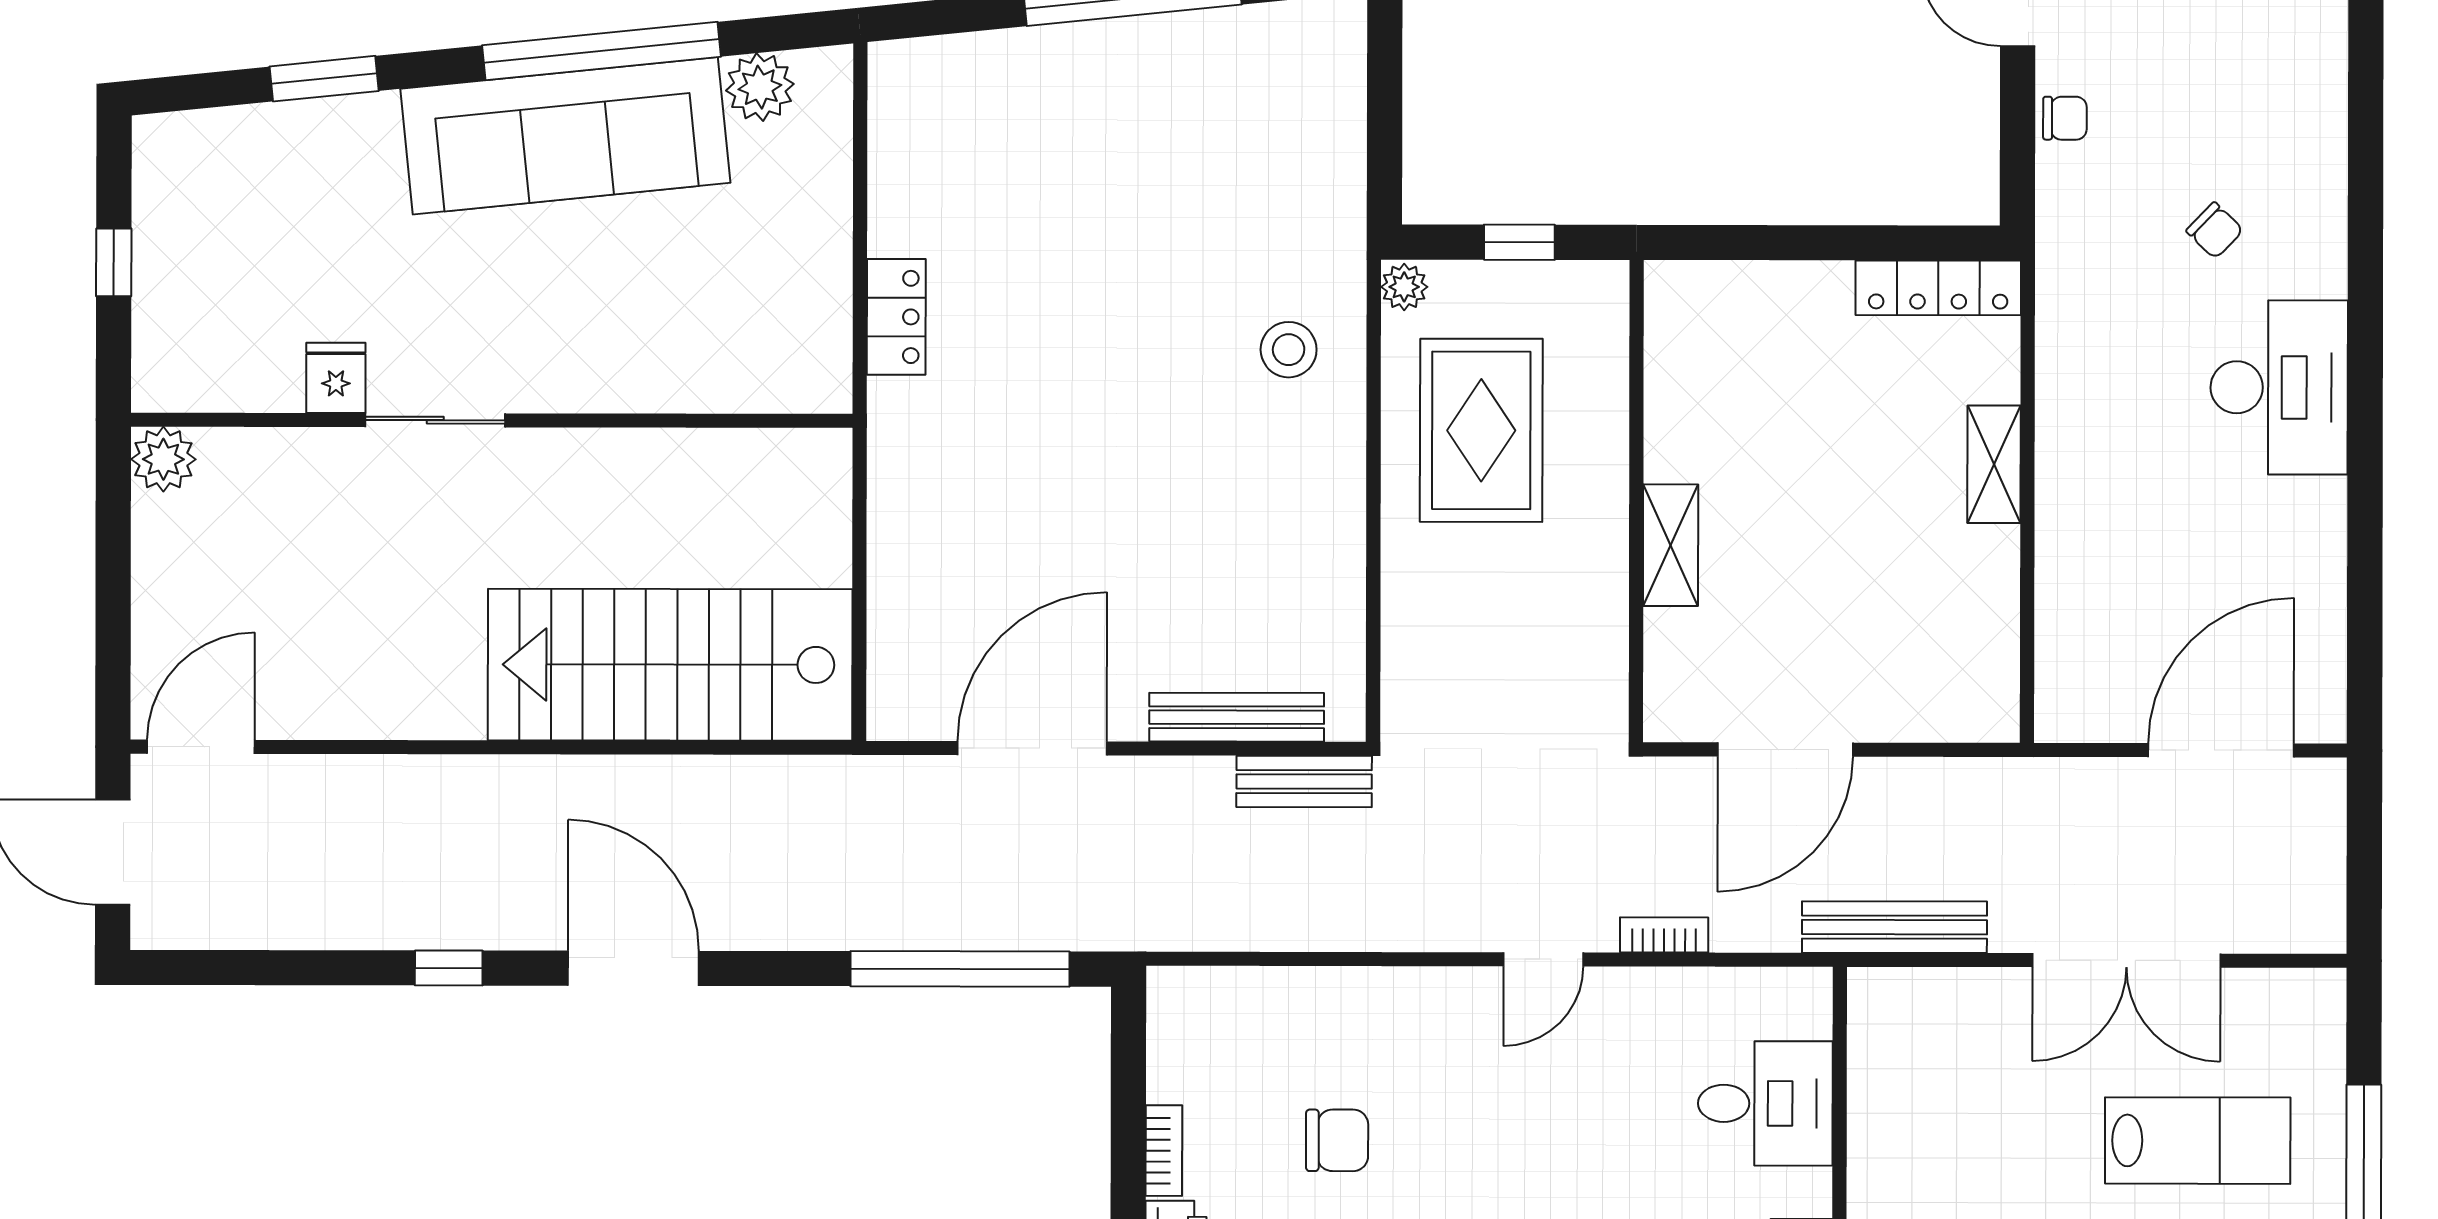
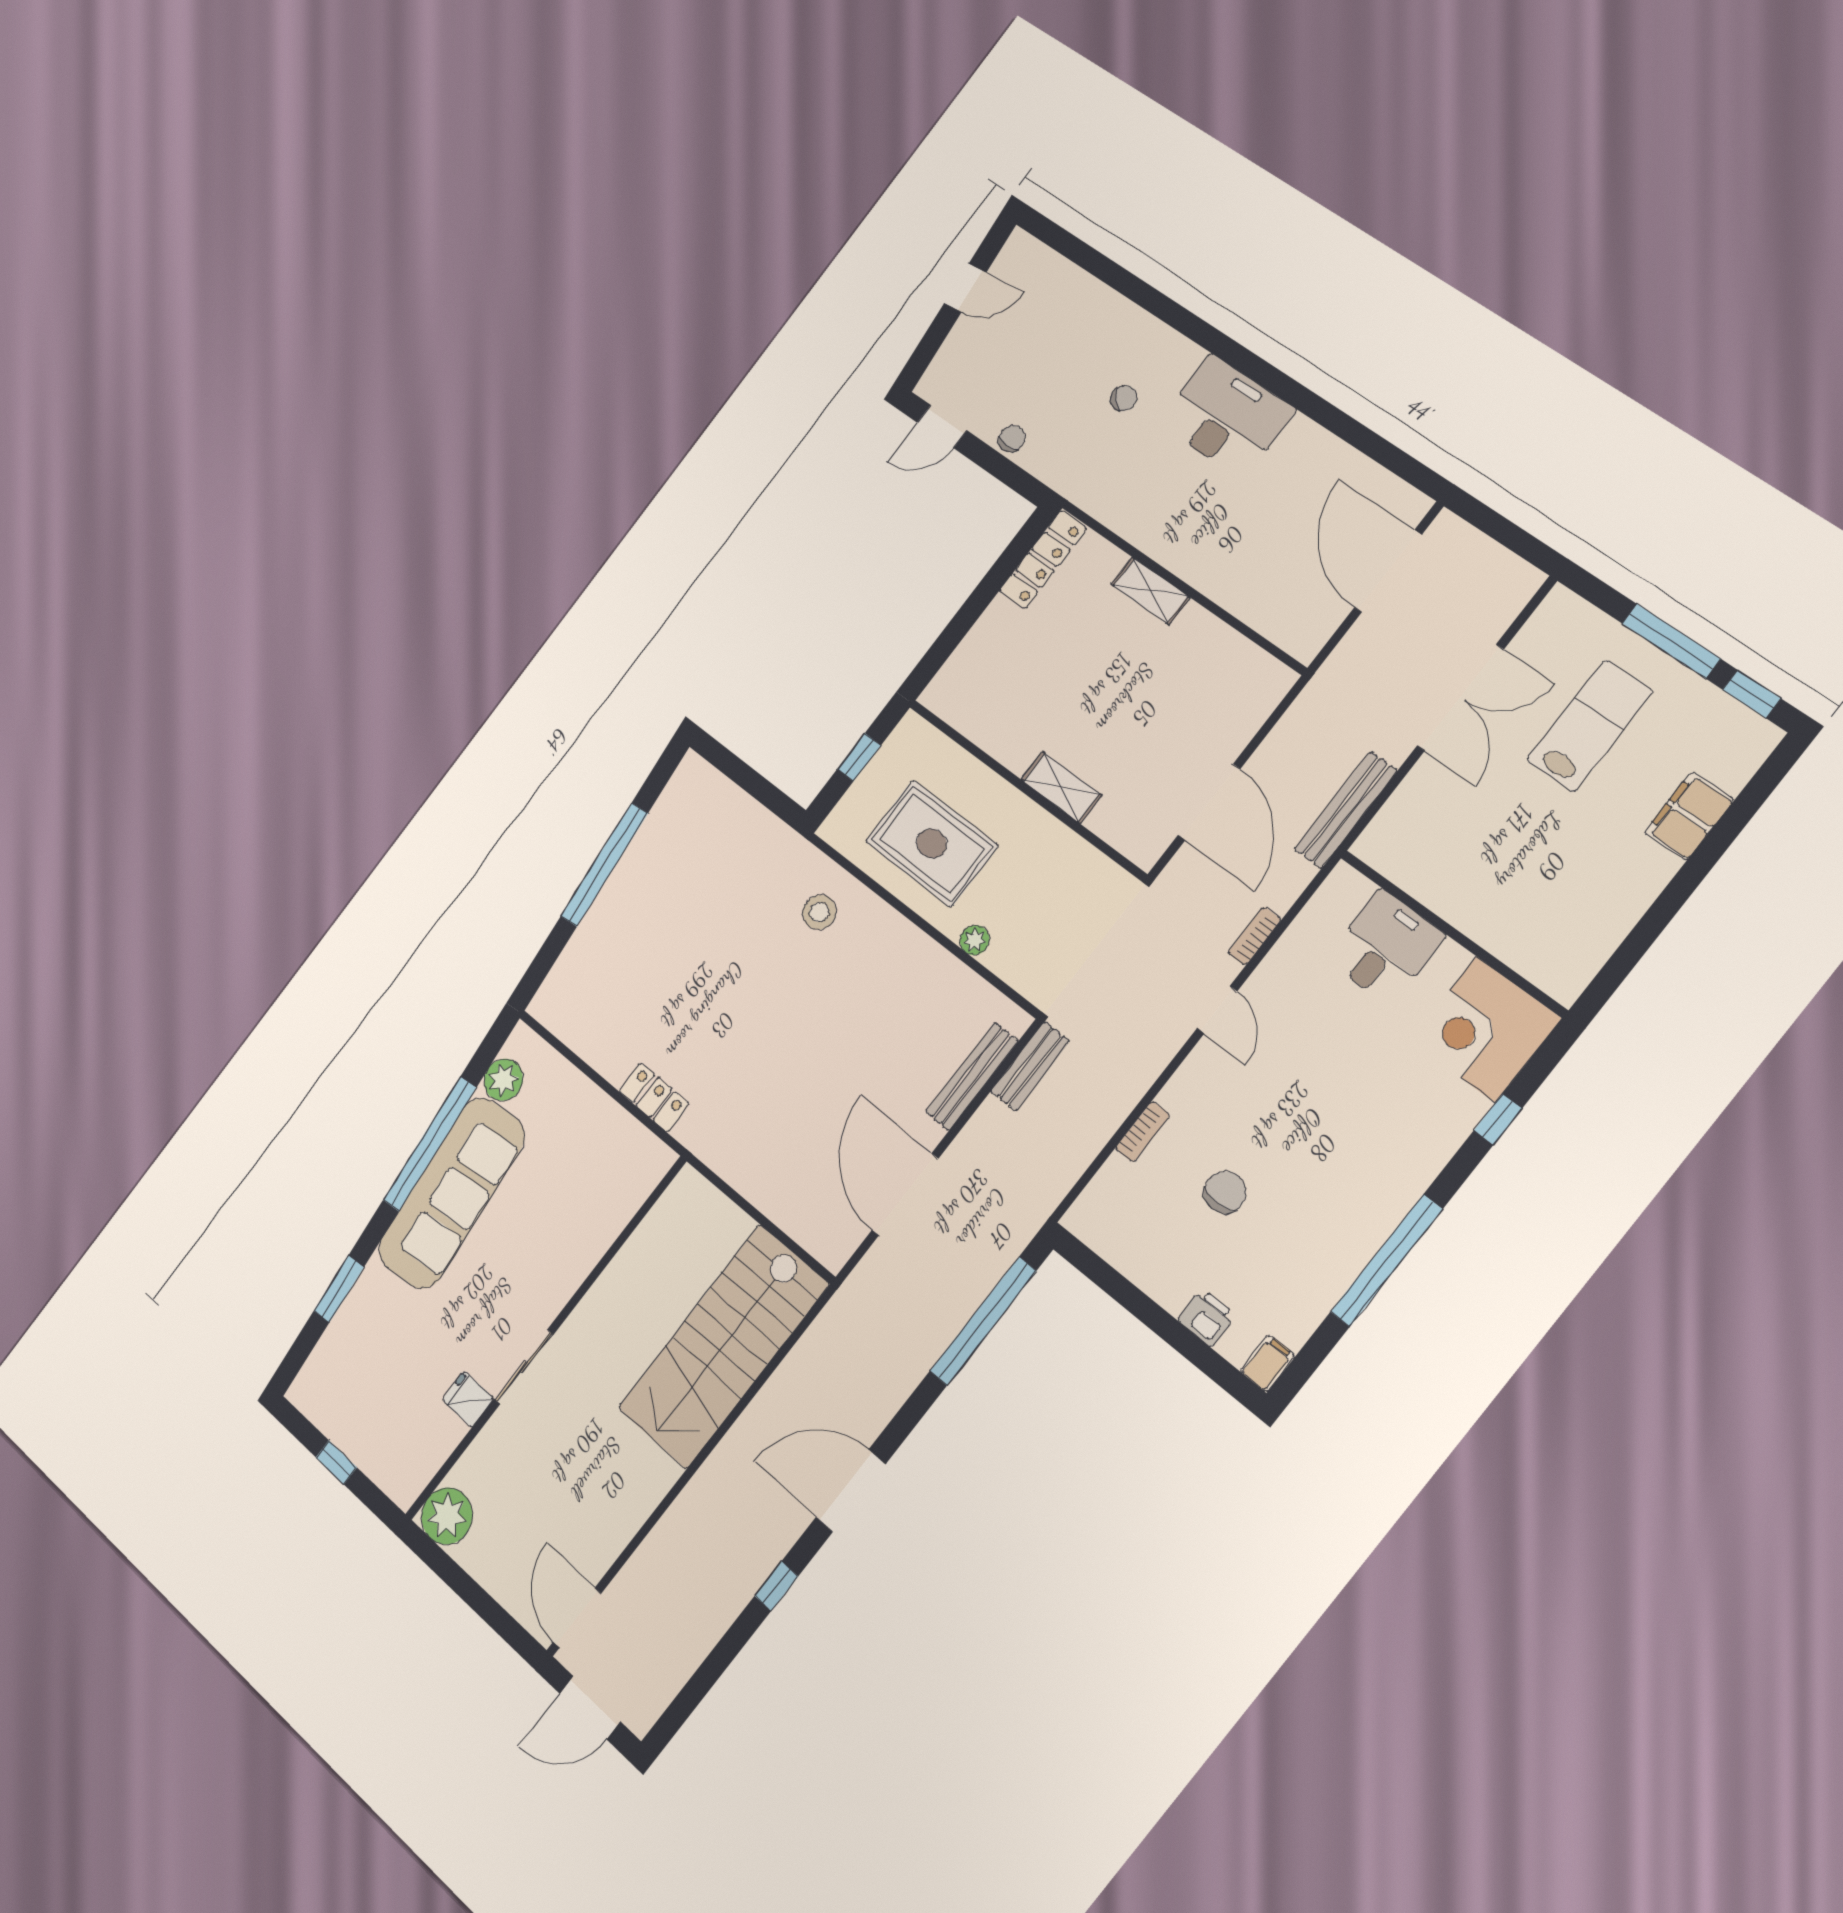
plant: (1404, 287) -> (975, 940), moved
plant: (163, 459) -> (447, 1516), width x1.36, depth x1.36
bookcase: (1164, 1151) -> (1143, 1132), moved, turned 90

